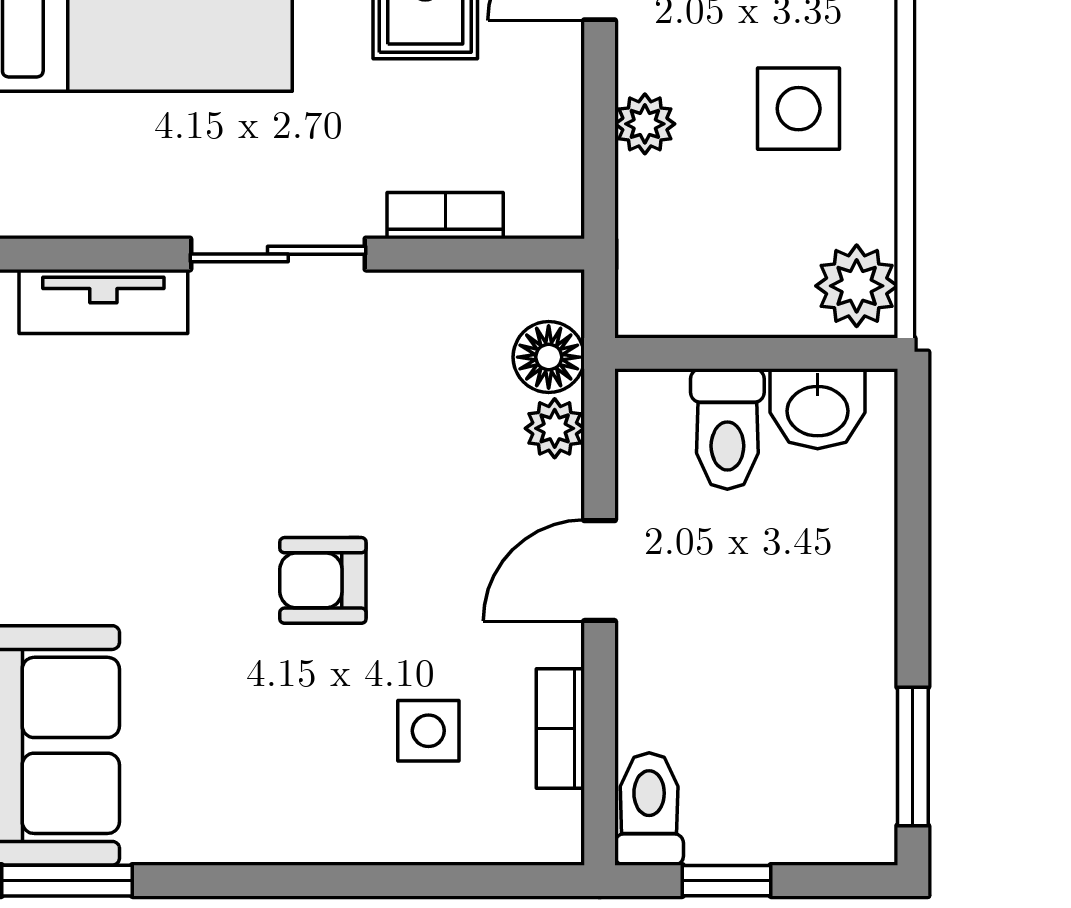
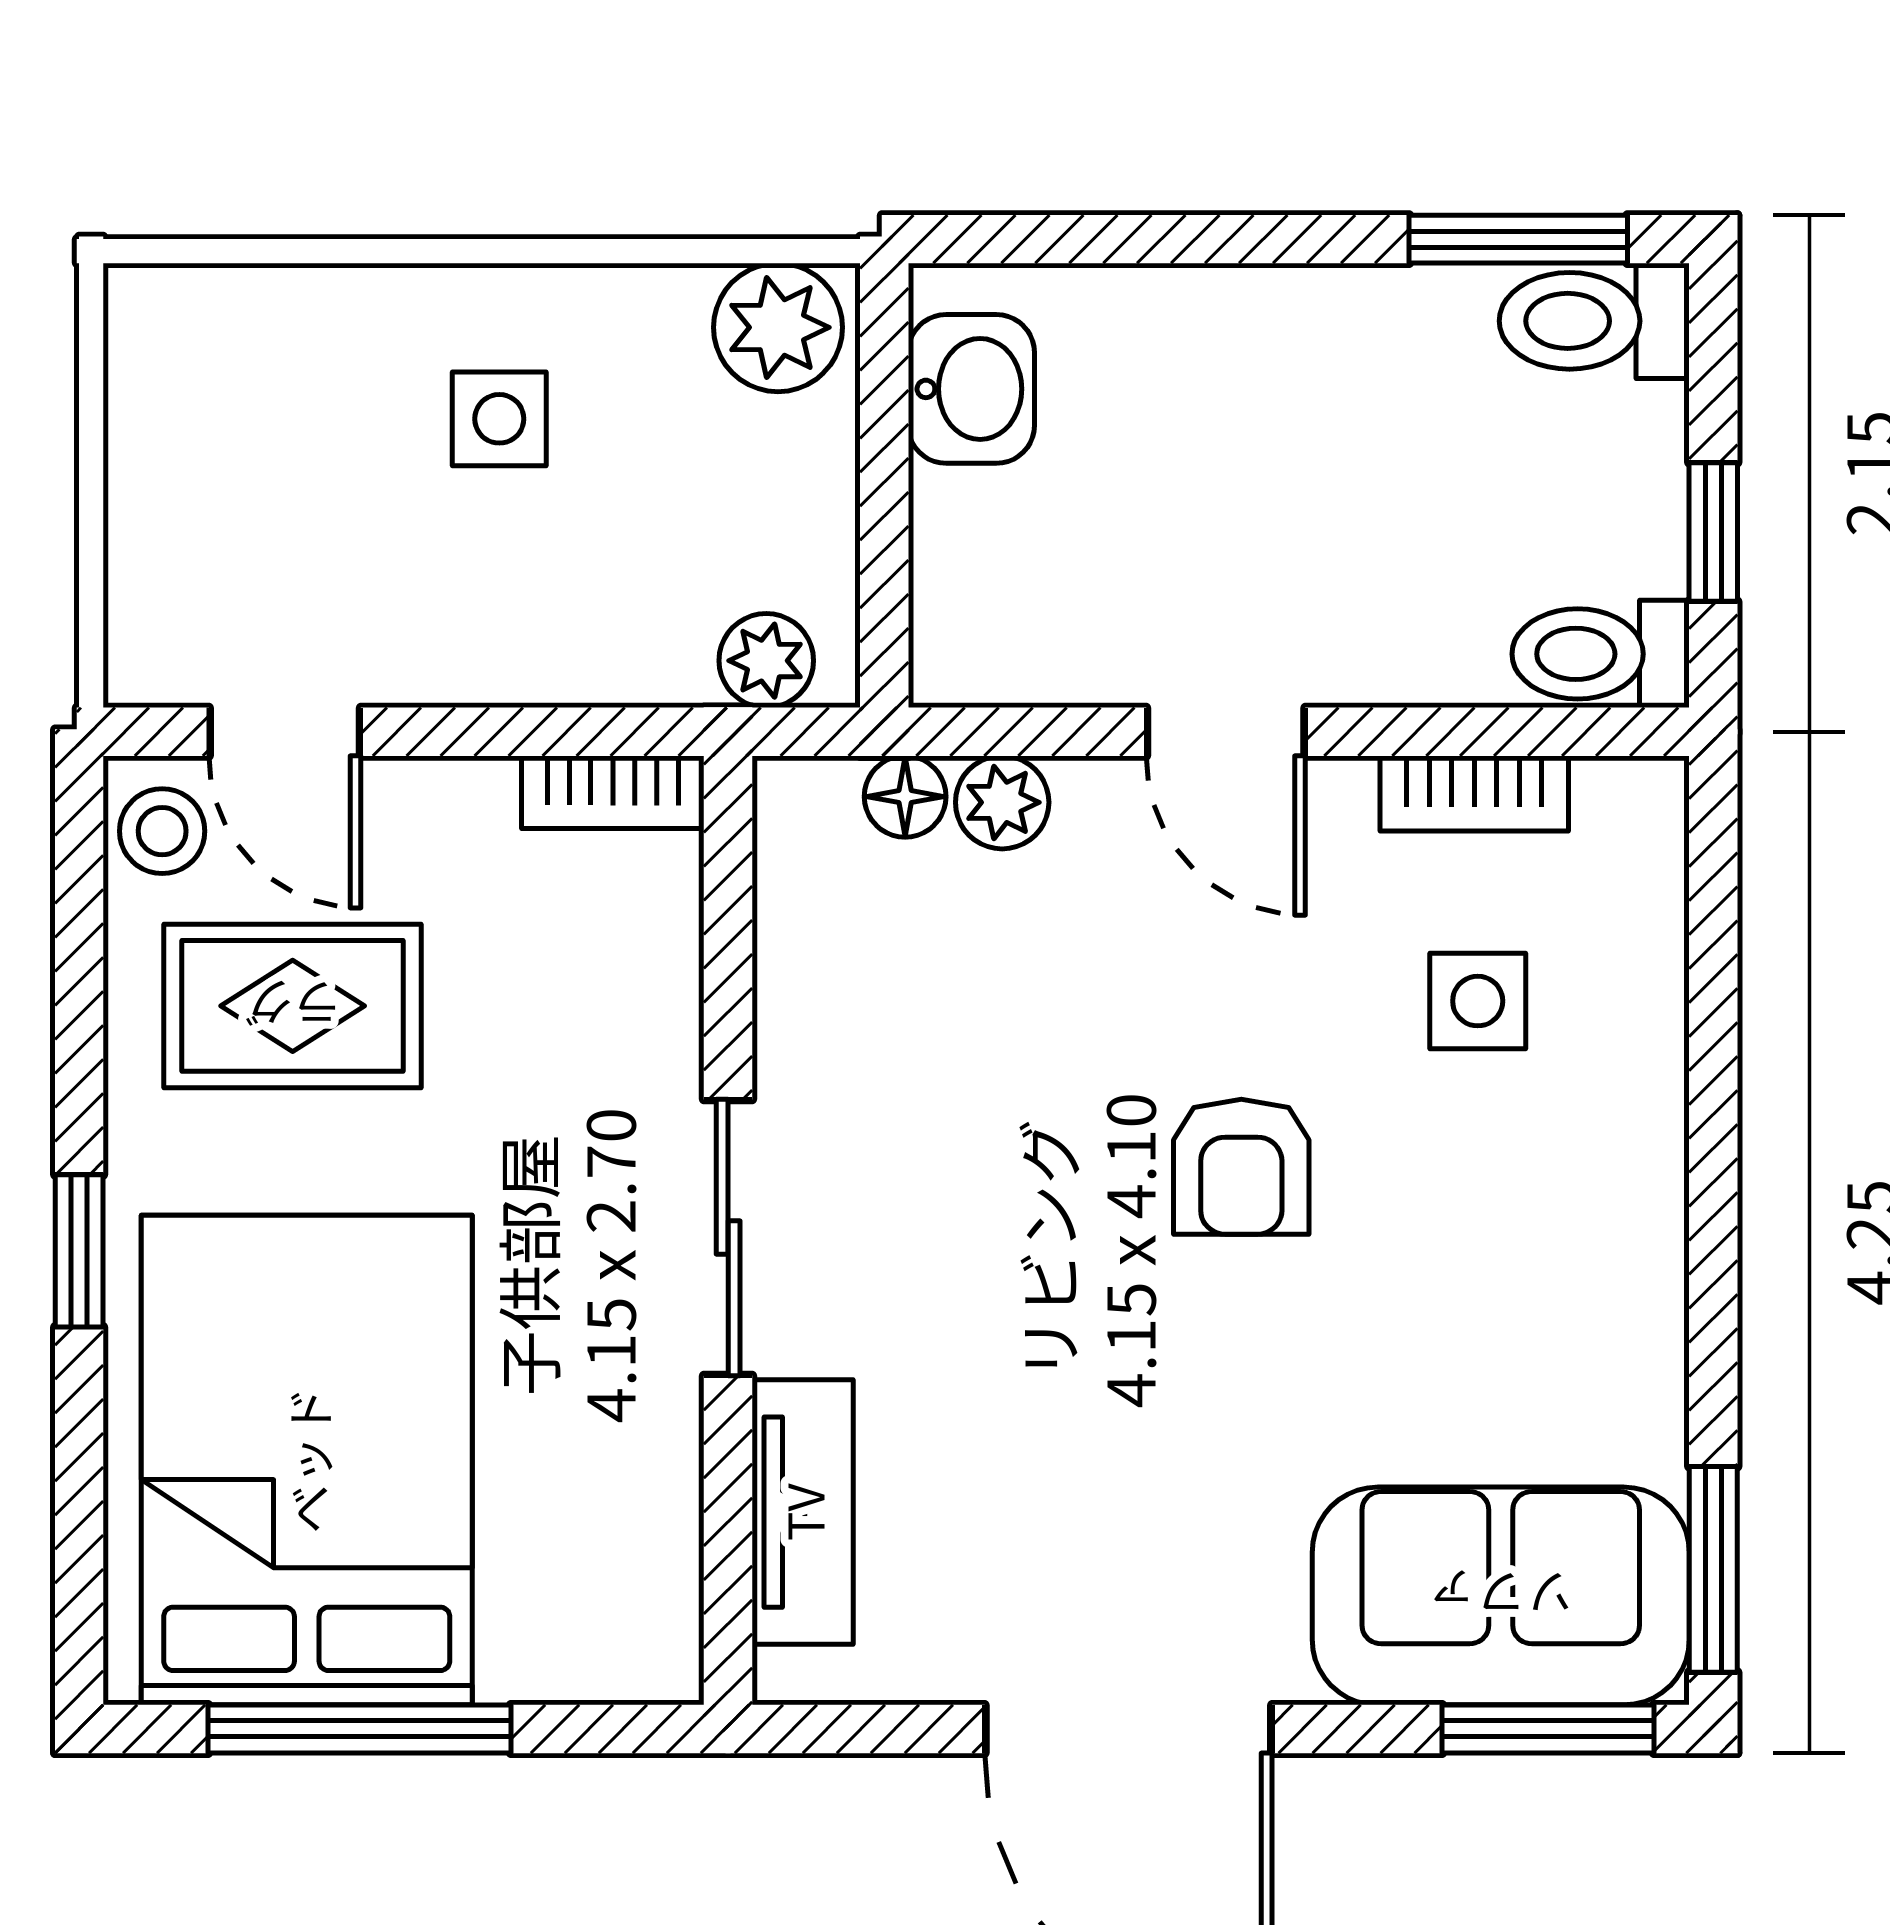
side table: (799, 109) -> (499, 419), width x0.73, depth x0.73
plant: (645, 124) -> (766, 661), moved
bookcase: (445, 216) -> (613, 792), moved, turned -90
floor lamp: (549, 357) -> (905, 797), width x0.73, depth x0.73
toilet: (727, 429) -> (1594, 321), moved, turned 180

